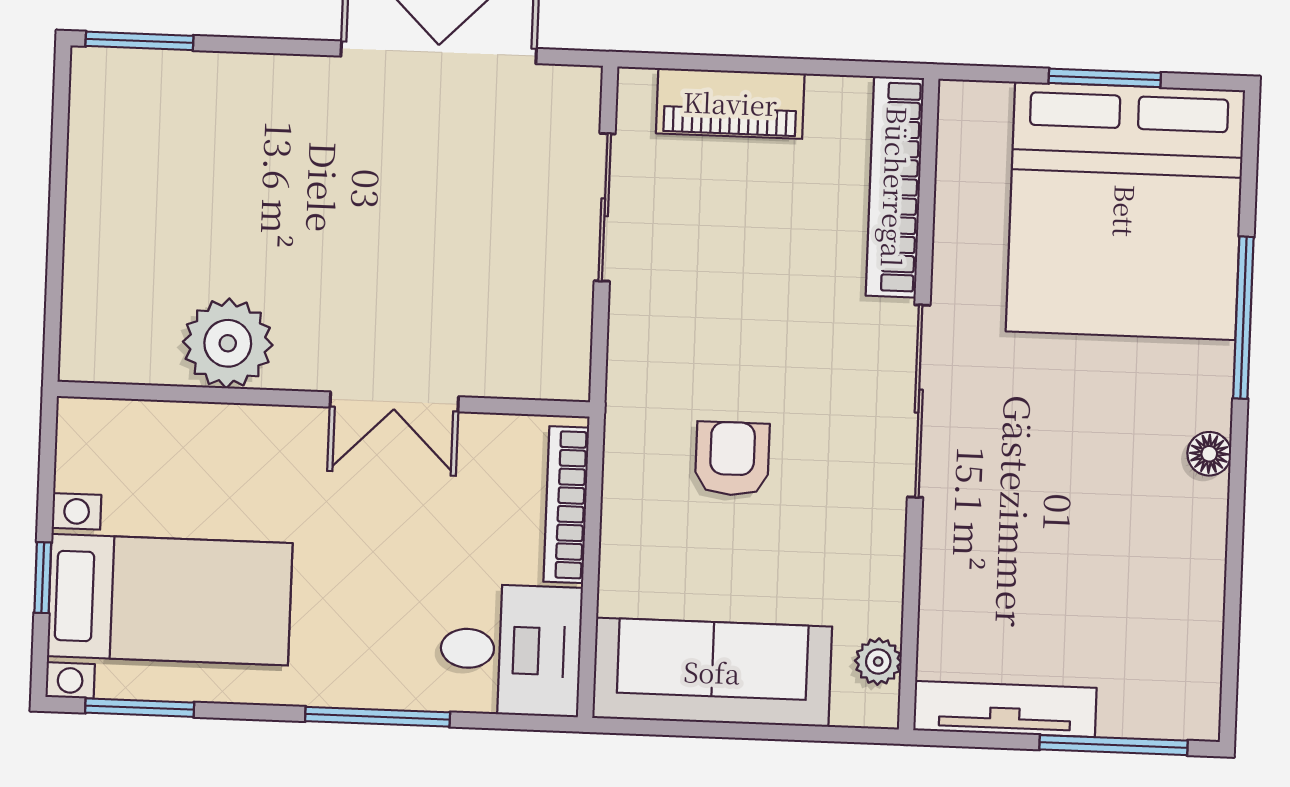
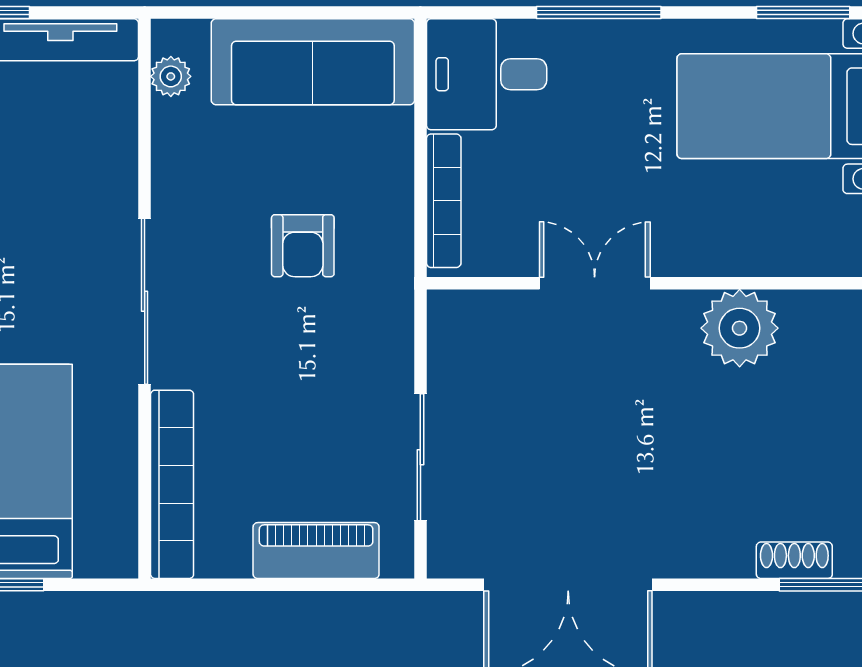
shoe rack: (174, 71) -> (794, 560), added

